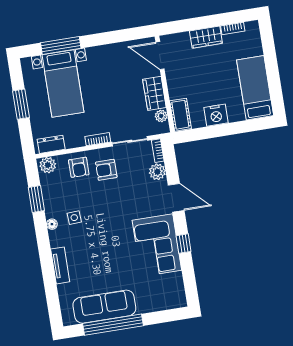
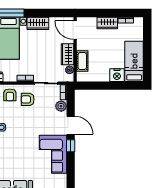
wardrobe: (103, 54) -> (38, 23), added
cot: (180, 115) -> (82, 61), moved
nightstand: (216, 115) -> (117, 75), moved
window: (184, 244) -> (71, 146), moved

